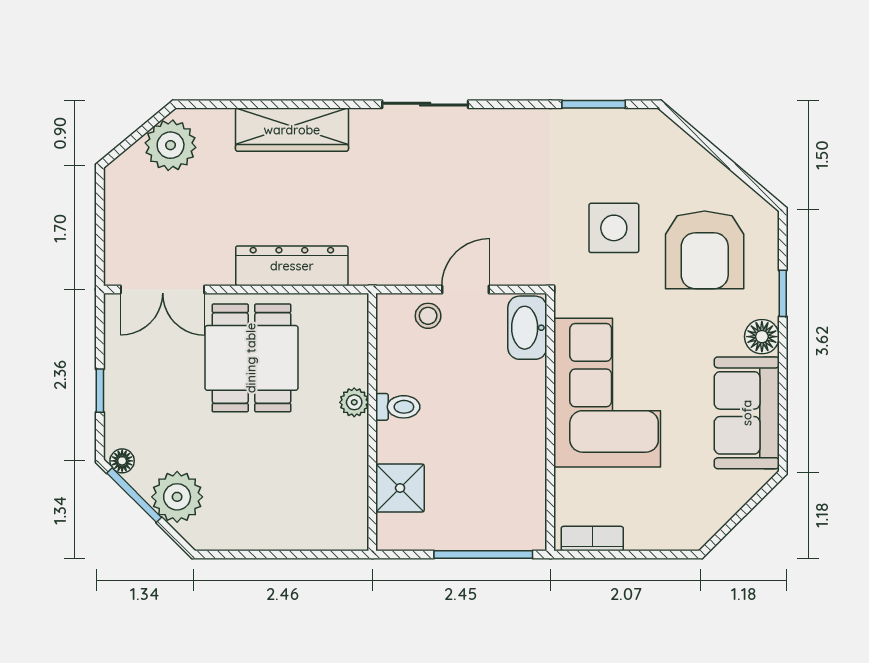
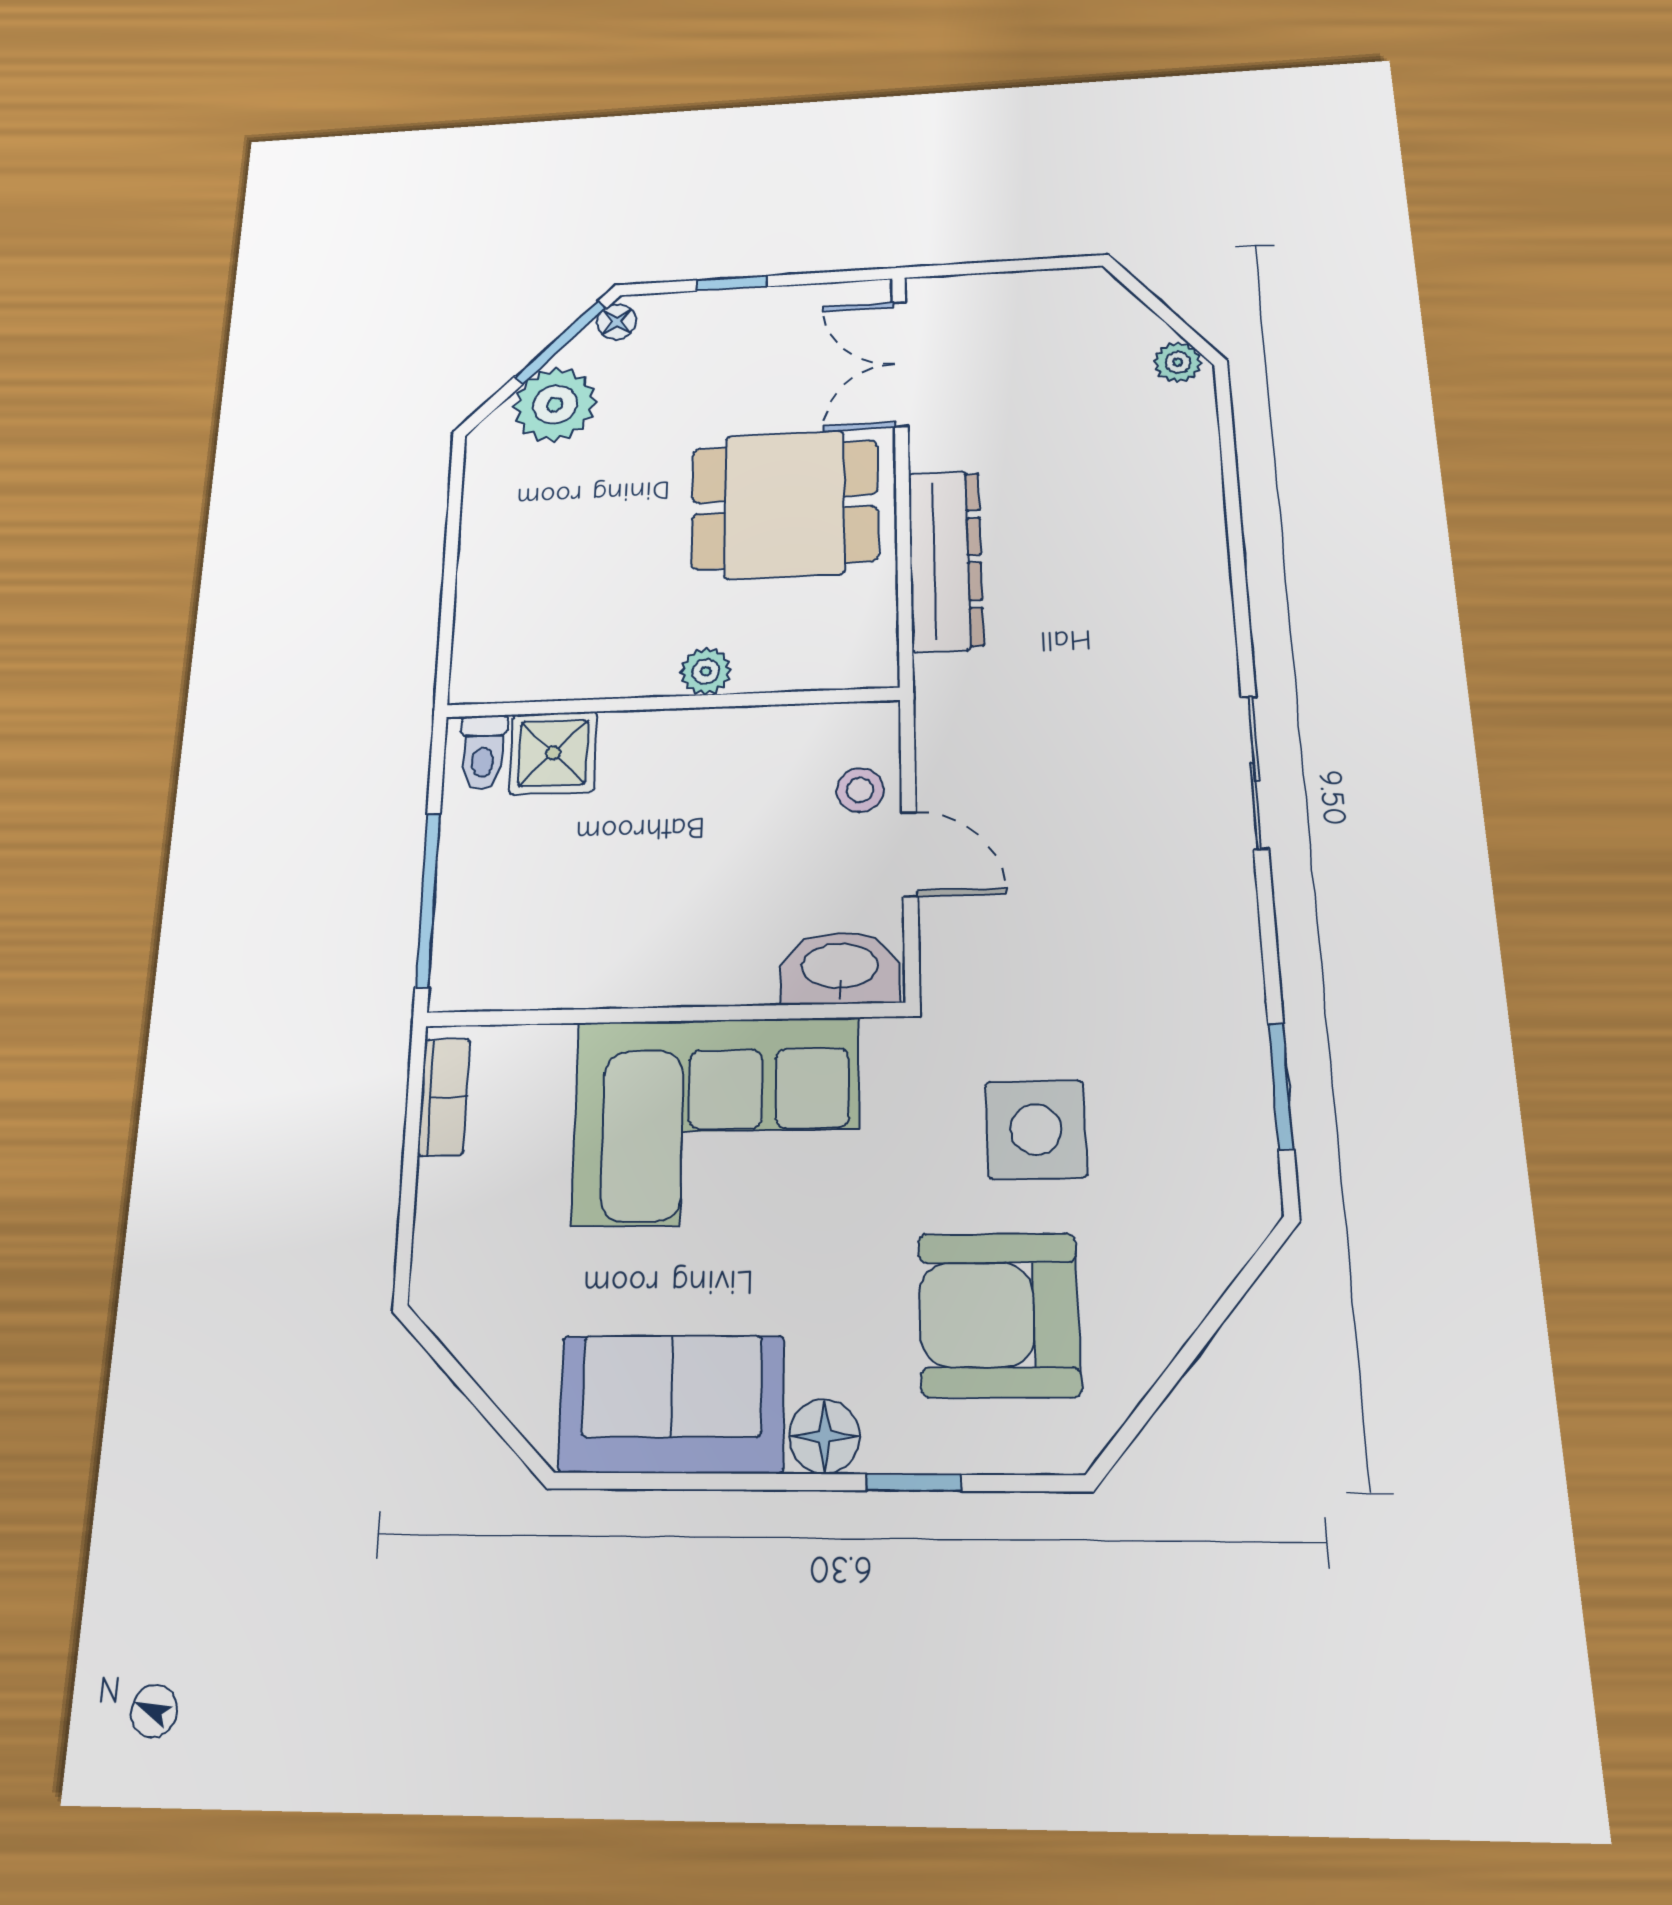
wardrobe: (292, 130) -> (1190, 549), removed
plant: (171, 145) -> (1178, 362), width x0.53, depth x0.53
toilet: (398, 407) -> (483, 752), moved

